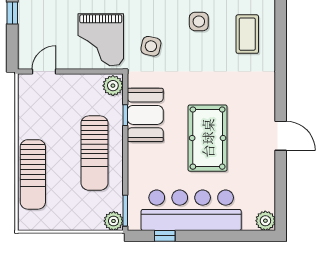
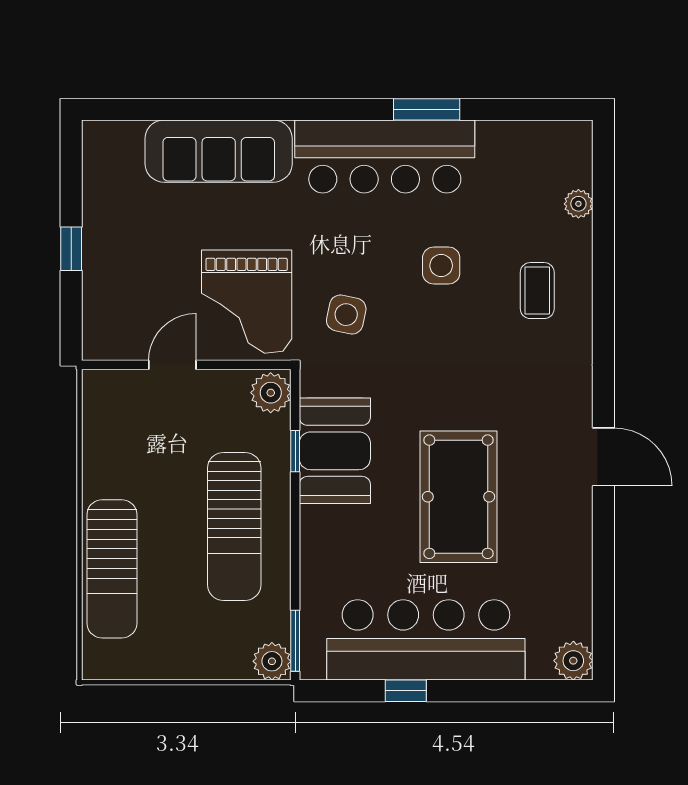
coffee table: (247, 34) -> (537, 291), width x0.73, depth x0.77
door: (44, 72) -> (172, 365), moved
door: (281, 136) -> (603, 457), moved
window: (165, 236) -> (406, 691), moved

